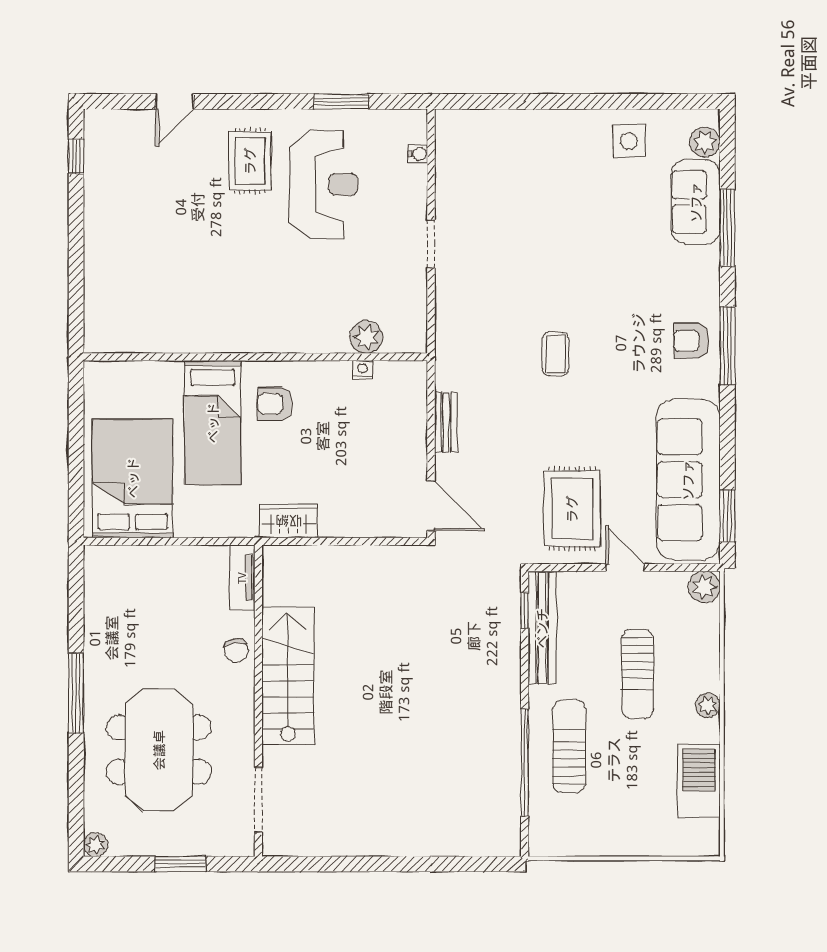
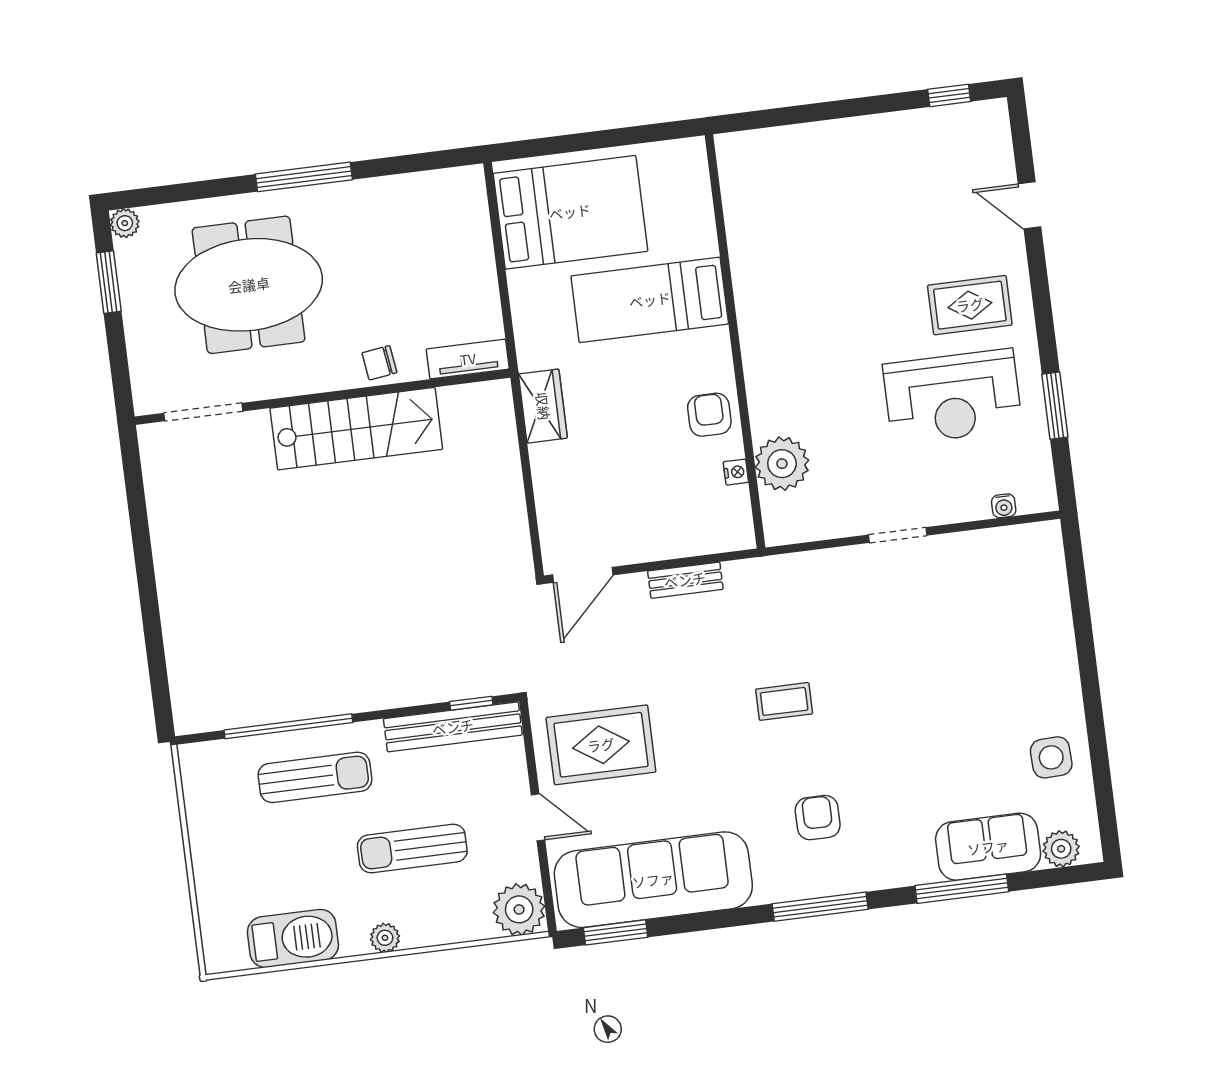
plant: (366, 337) -> (782, 464), width x1.36, depth x1.36
armchair: (691, 341) -> (818, 818), moved
armchair: (275, 404) -> (709, 415), moved
door: (625, 568) -> (538, 817), hinge flipped
plant: (704, 587) -> (519, 909), width x1.36, depth x1.36
window: (180, 864) -> (109, 282), moved

